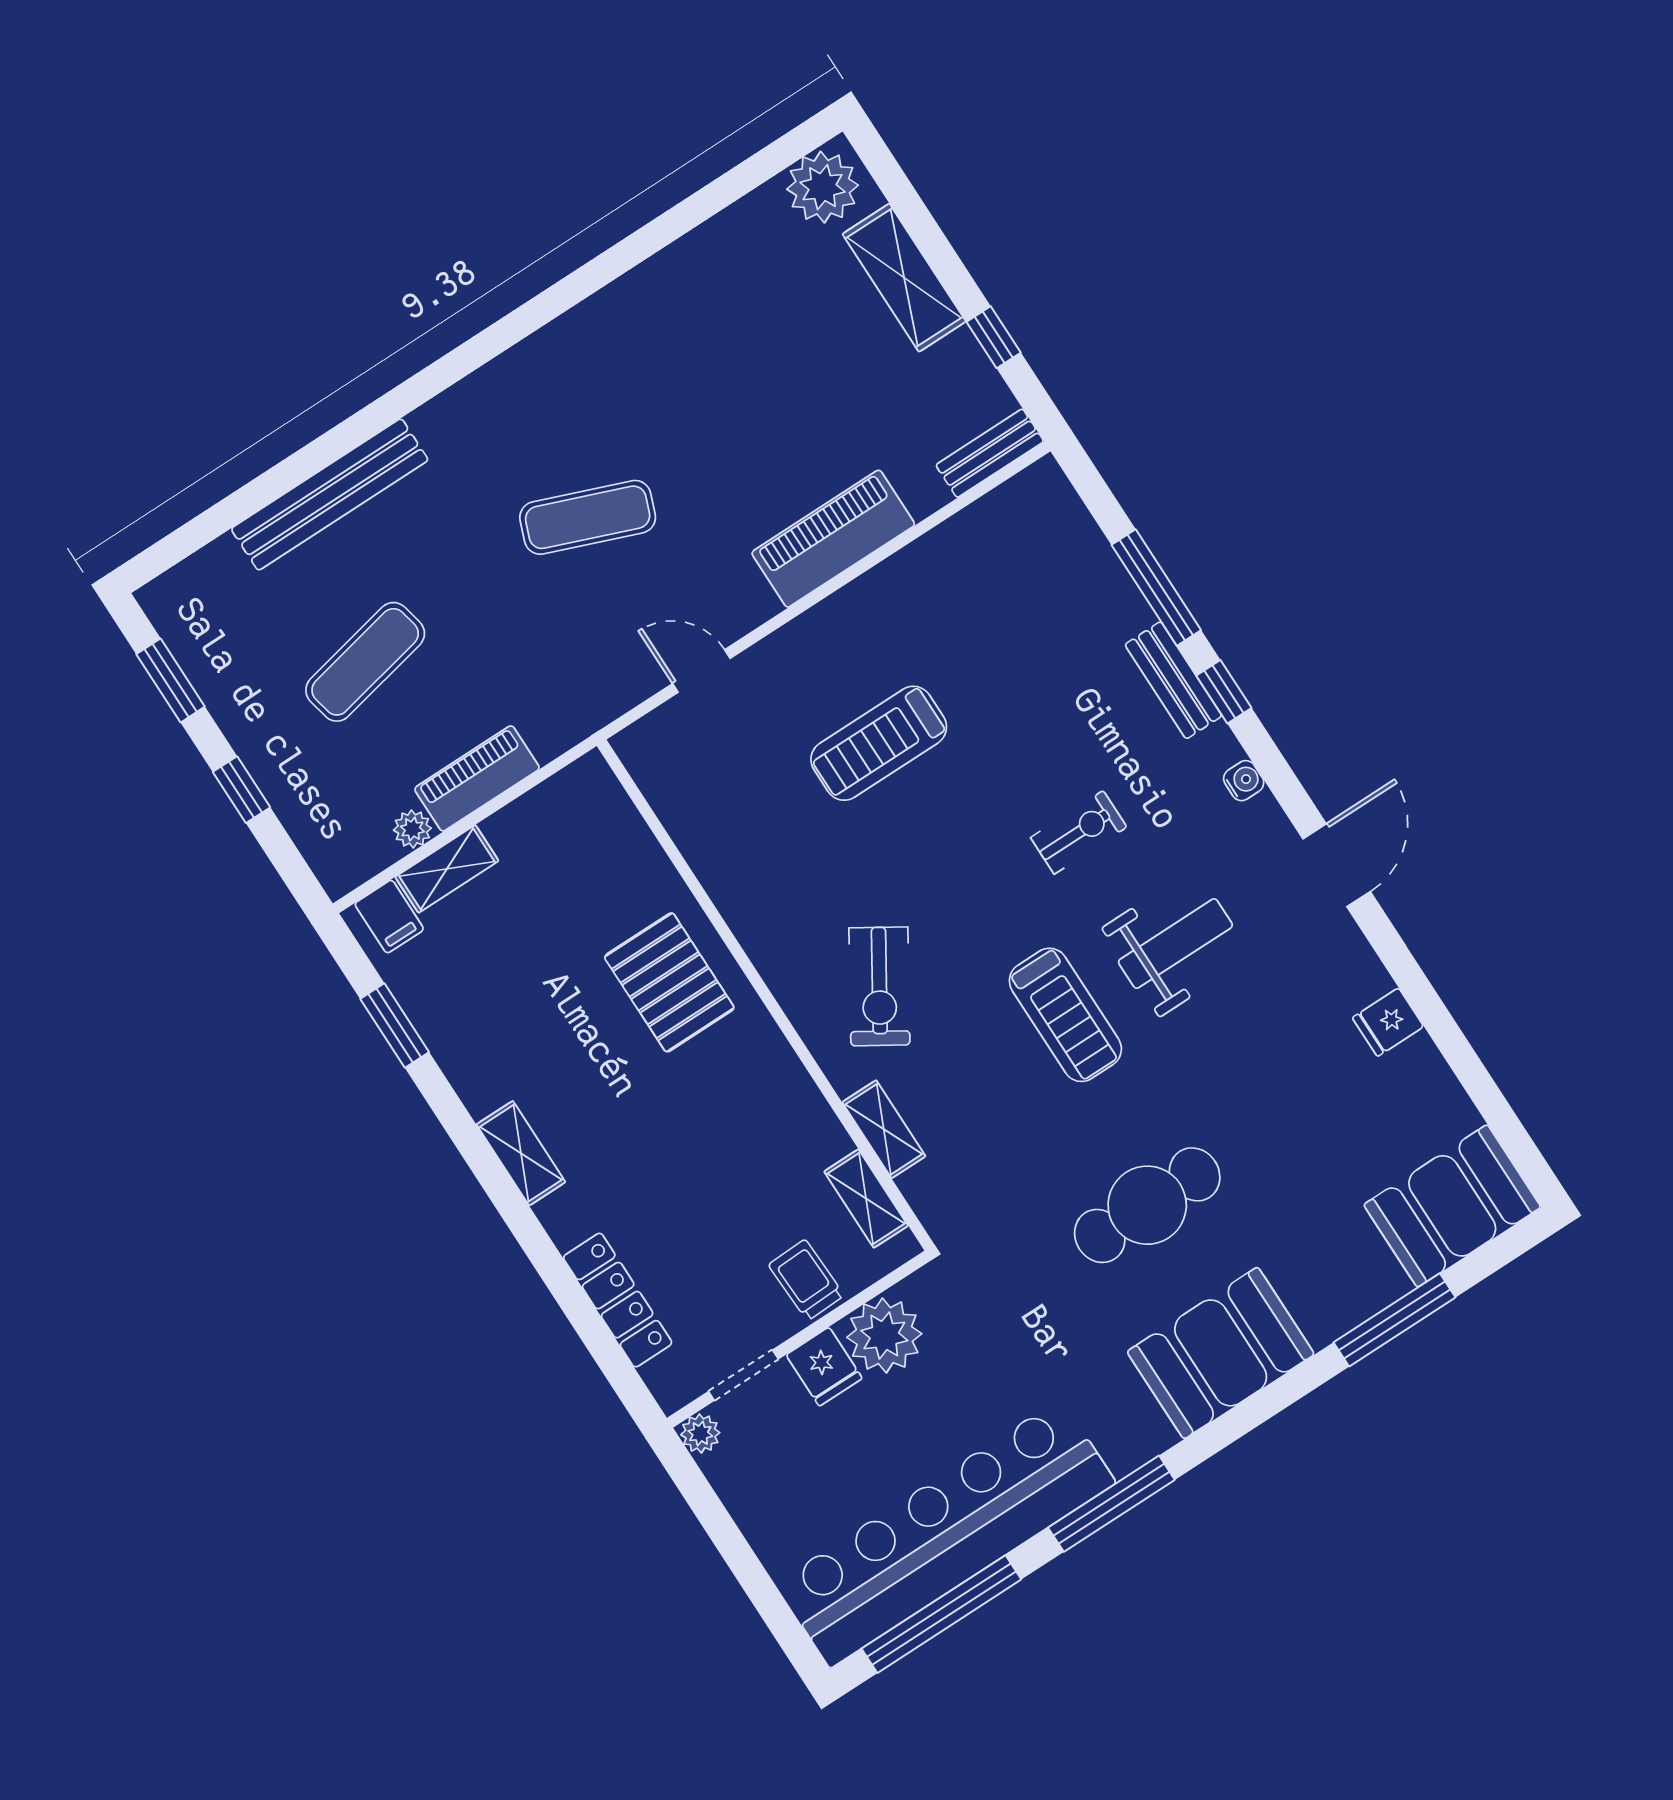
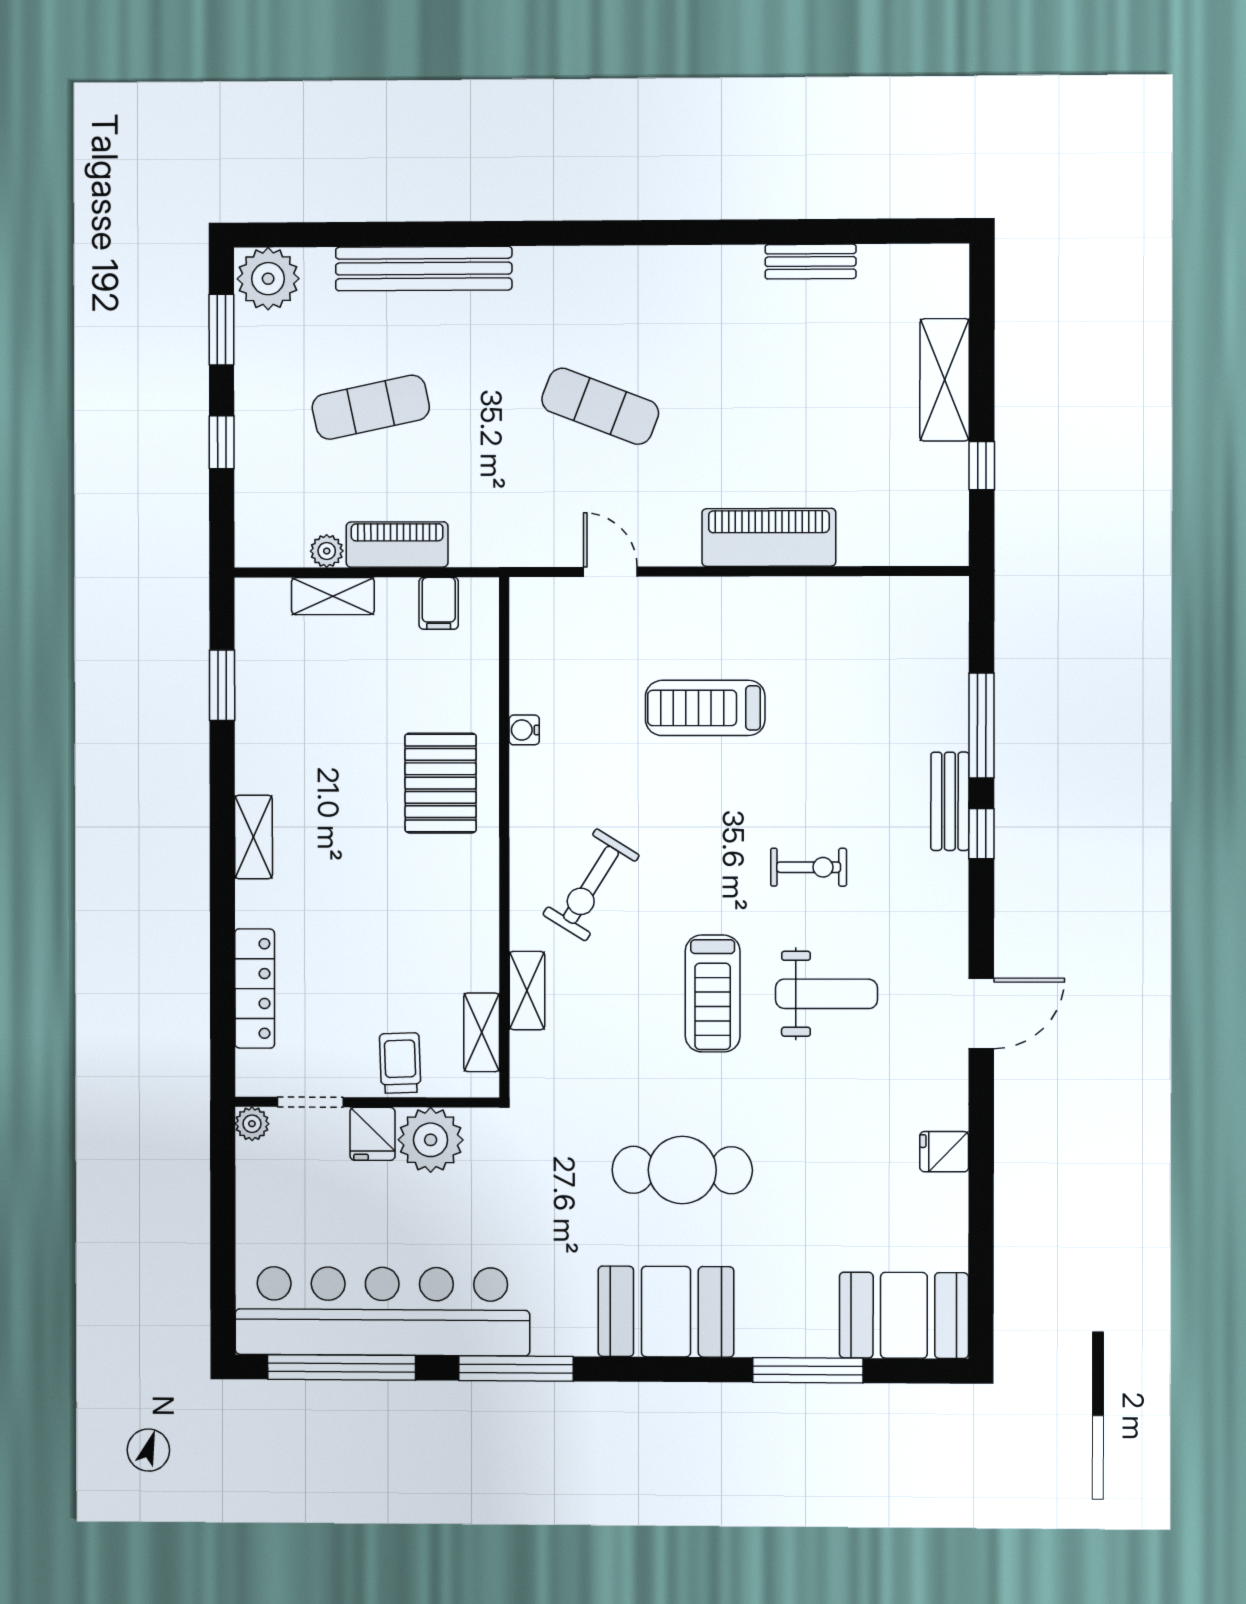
plant: (823, 187) -> (268, 279), moved
bench: (990, 453) -> (811, 262), moved
water cooler: (1244, 781) -> (524, 730), moved, turned 180
filing cabinet: (389, 917) -> (439, 603), moved

